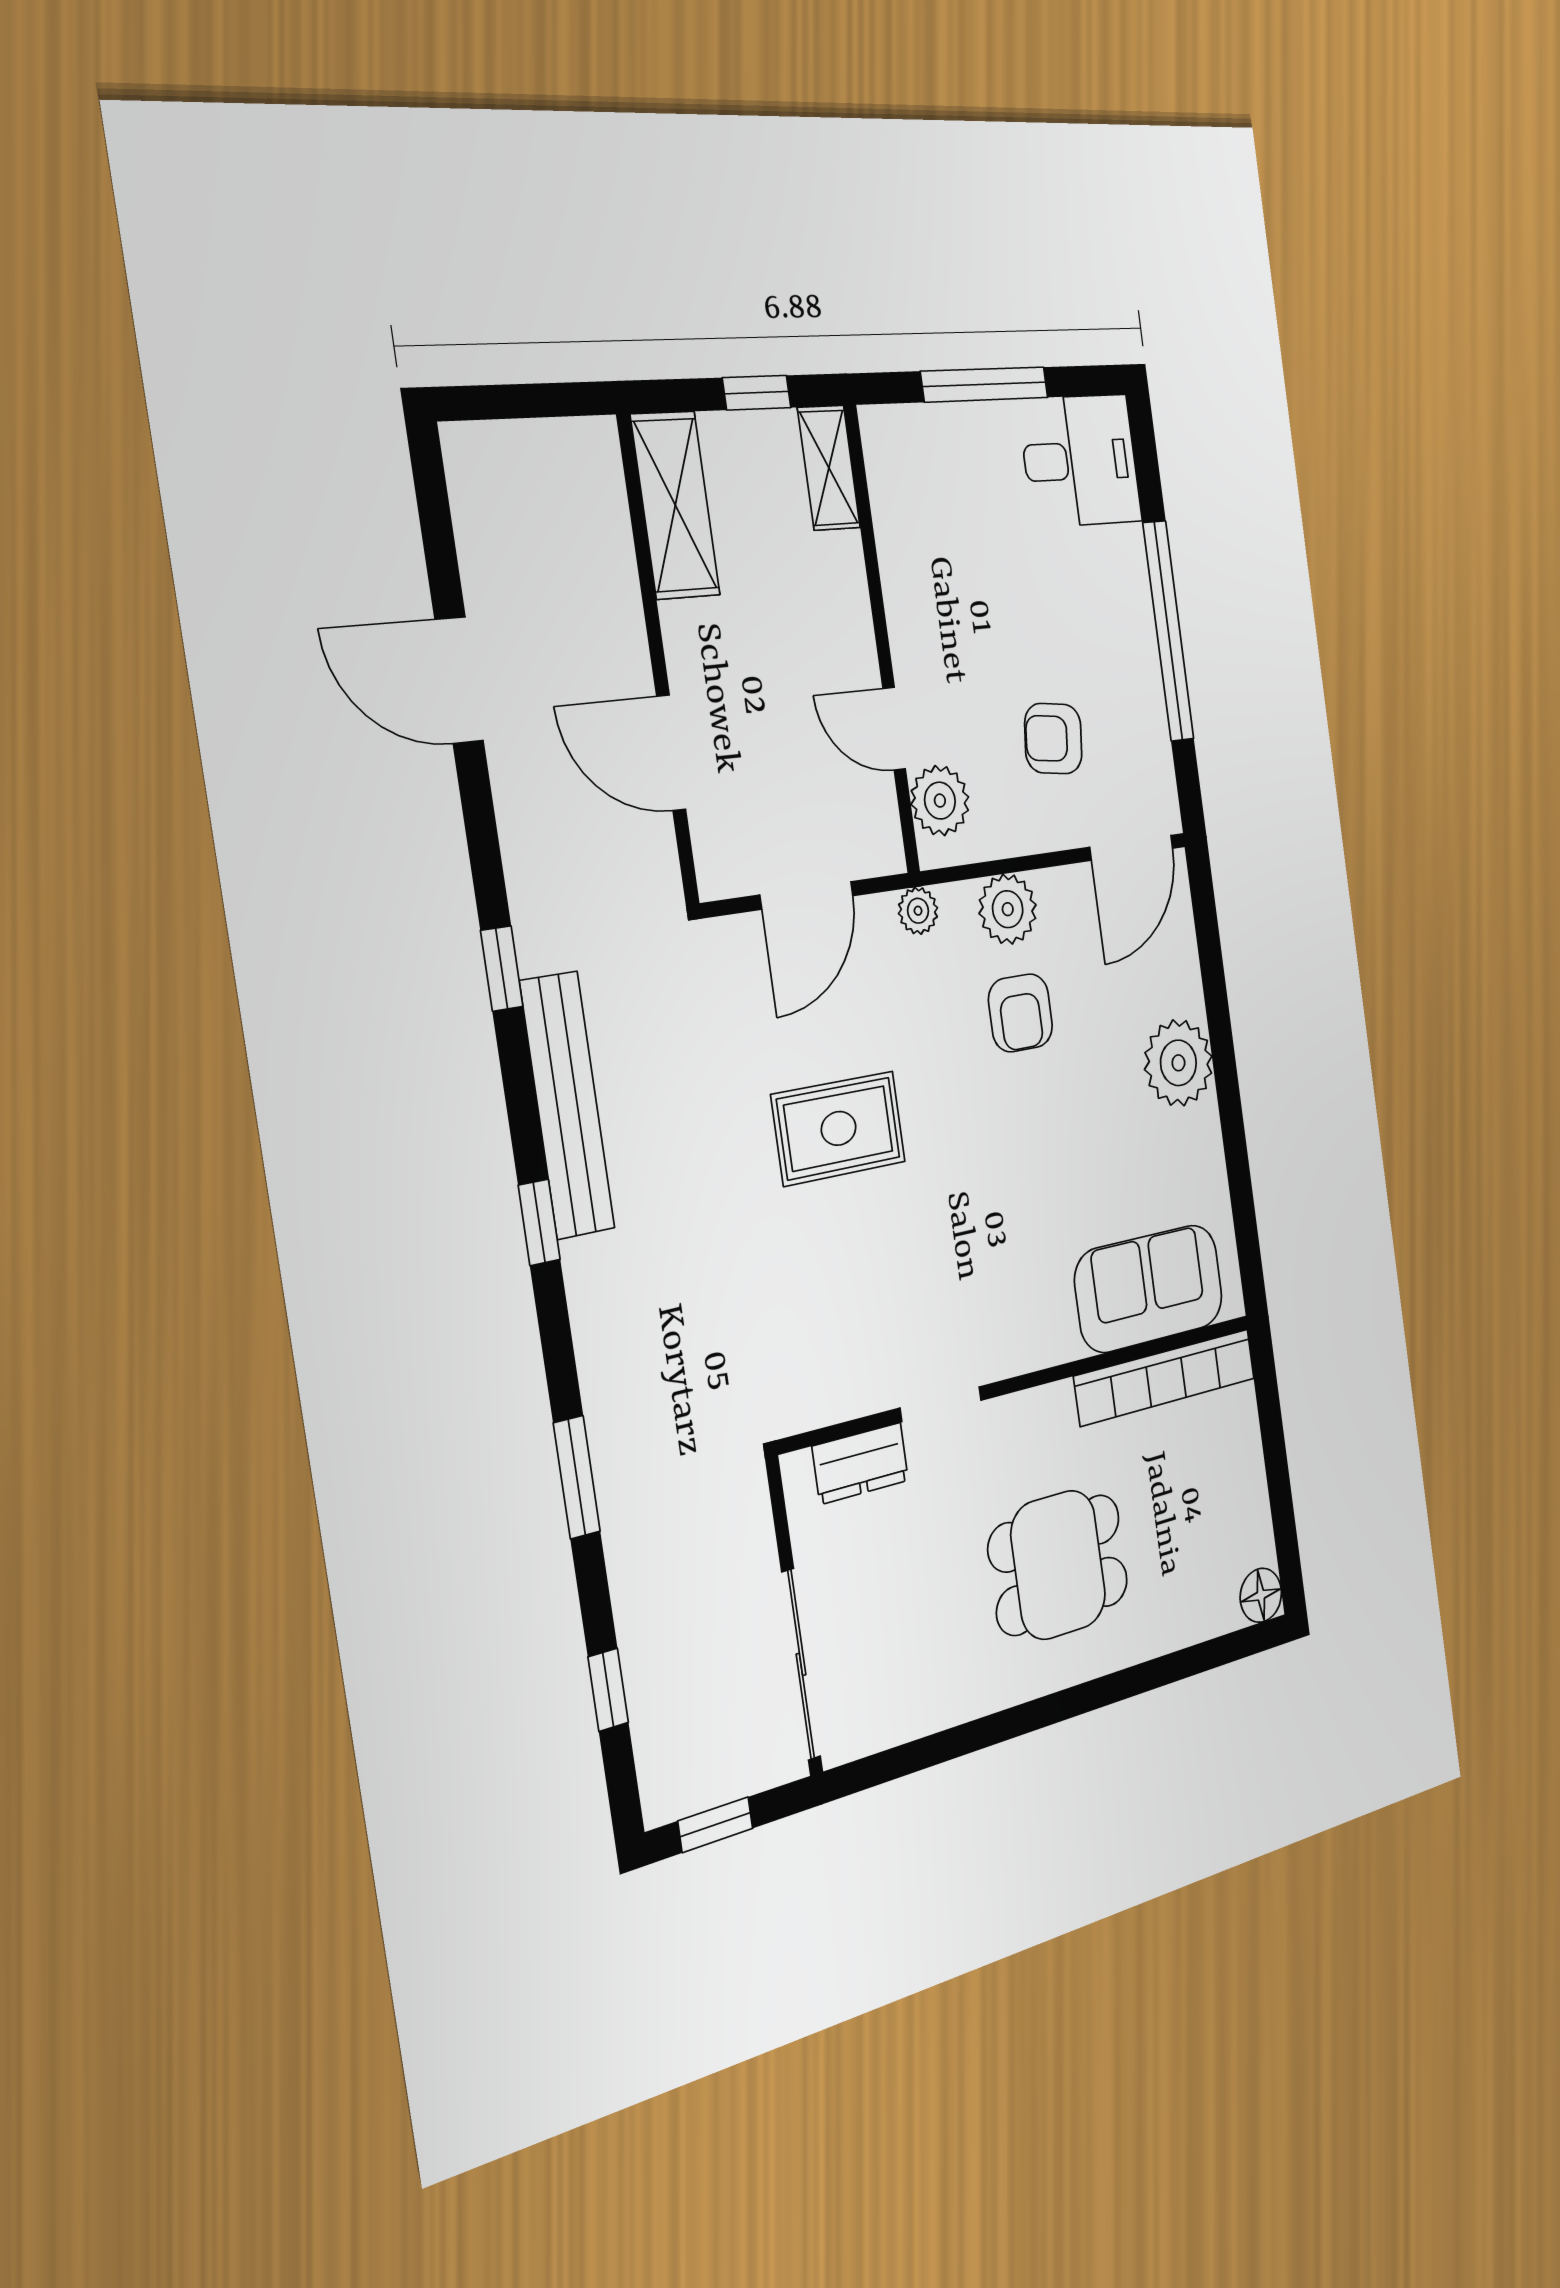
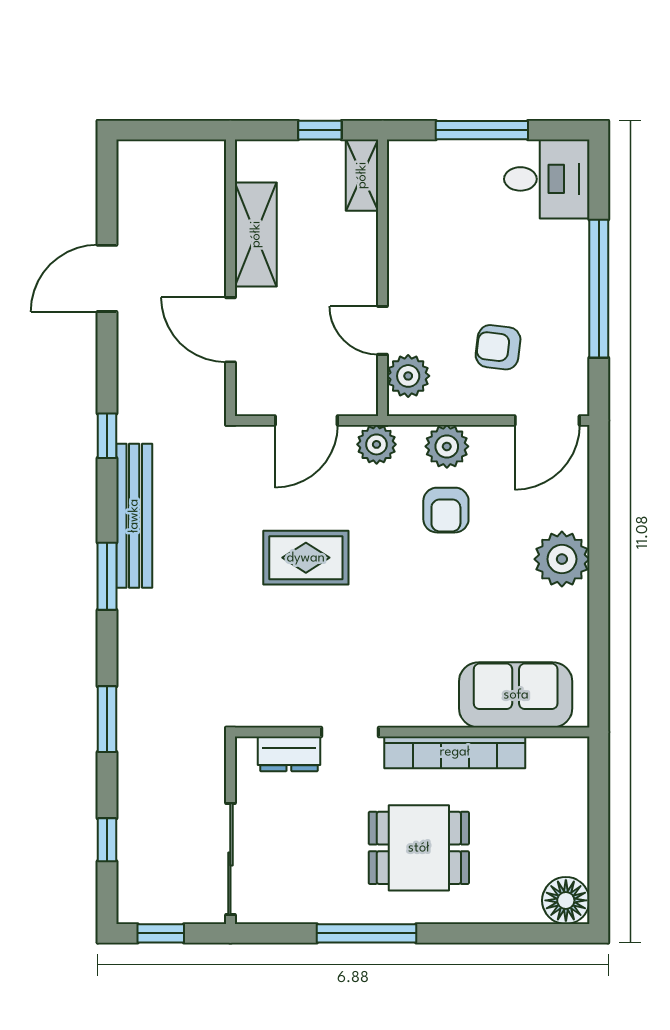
shelving: (675, 505) -> (256, 234), moved
door: (459, 680) -> (107, 278), hinge flipped
plant: (918, 911) -> (377, 444), width x1.38, depth x1.38
window: (539, 1222) -> (107, 576), width x1.50
bookcase: (1165, 1377) -> (455, 752), moved
floor lamp: (1261, 1595) -> (566, 900), width x1.38, depth x1.38
window: (1008, 1724) -> (367, 933), added

